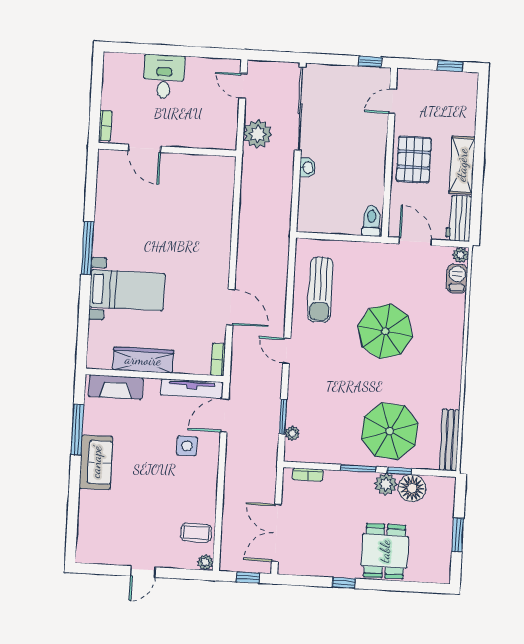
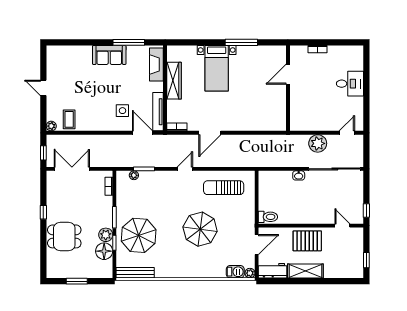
door: (144, 148) -> (288, 74), moved
wall: (167, 150) -> (288, 88), moved

